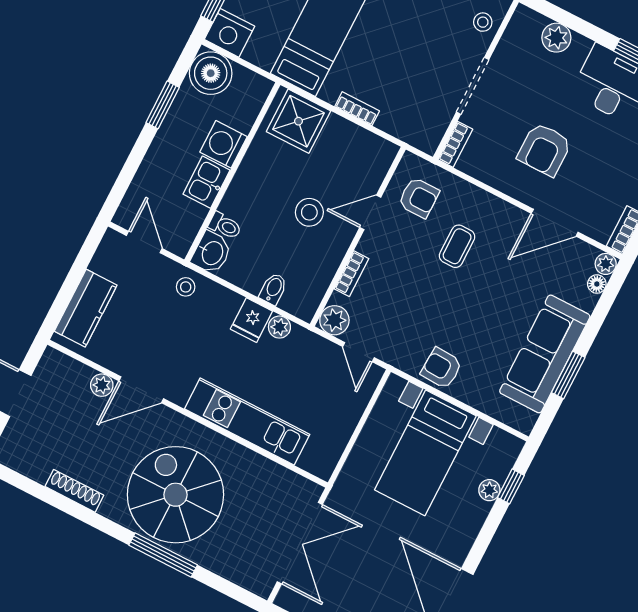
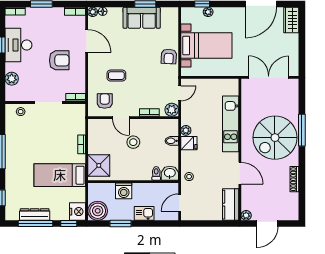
kitchen sink: (206, 182) -> (144, 213), moved, turned 180
kitchen counter: (86, 308) -> (231, 205), moved, turned -90
sofa: (545, 354) -> (142, 18), width x0.73
plant: (102, 385) -> (246, 215), moved

